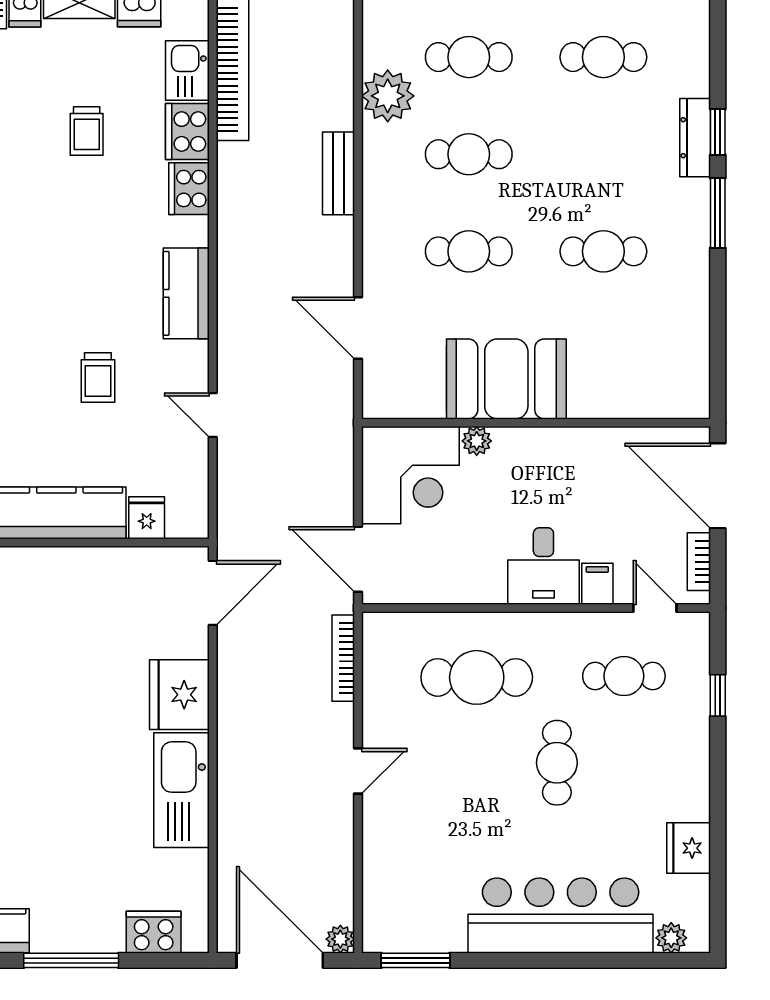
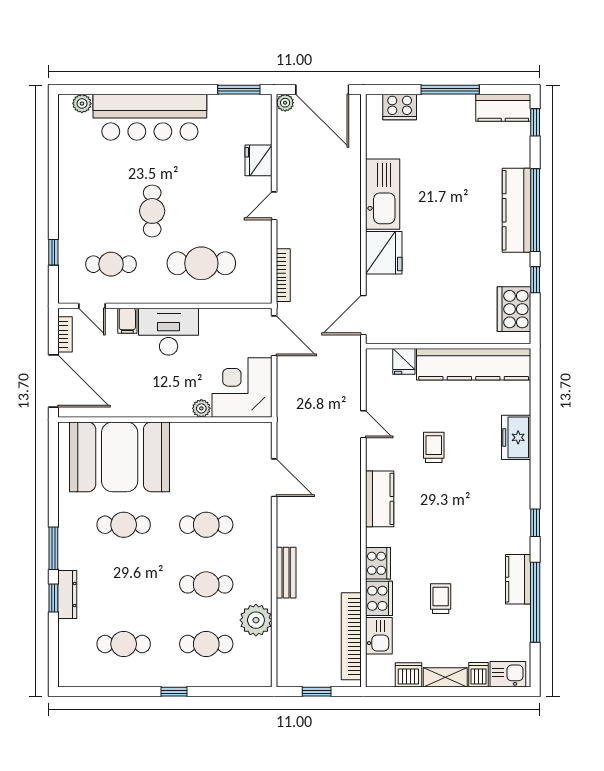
booth: (506, 379) -> (120, 457), moved, width x1.36, depth x1.42
desk: (543, 566) -> (169, 332), width x1.37
fridge: (689, 848) -> (259, 160), moved, turned 180

